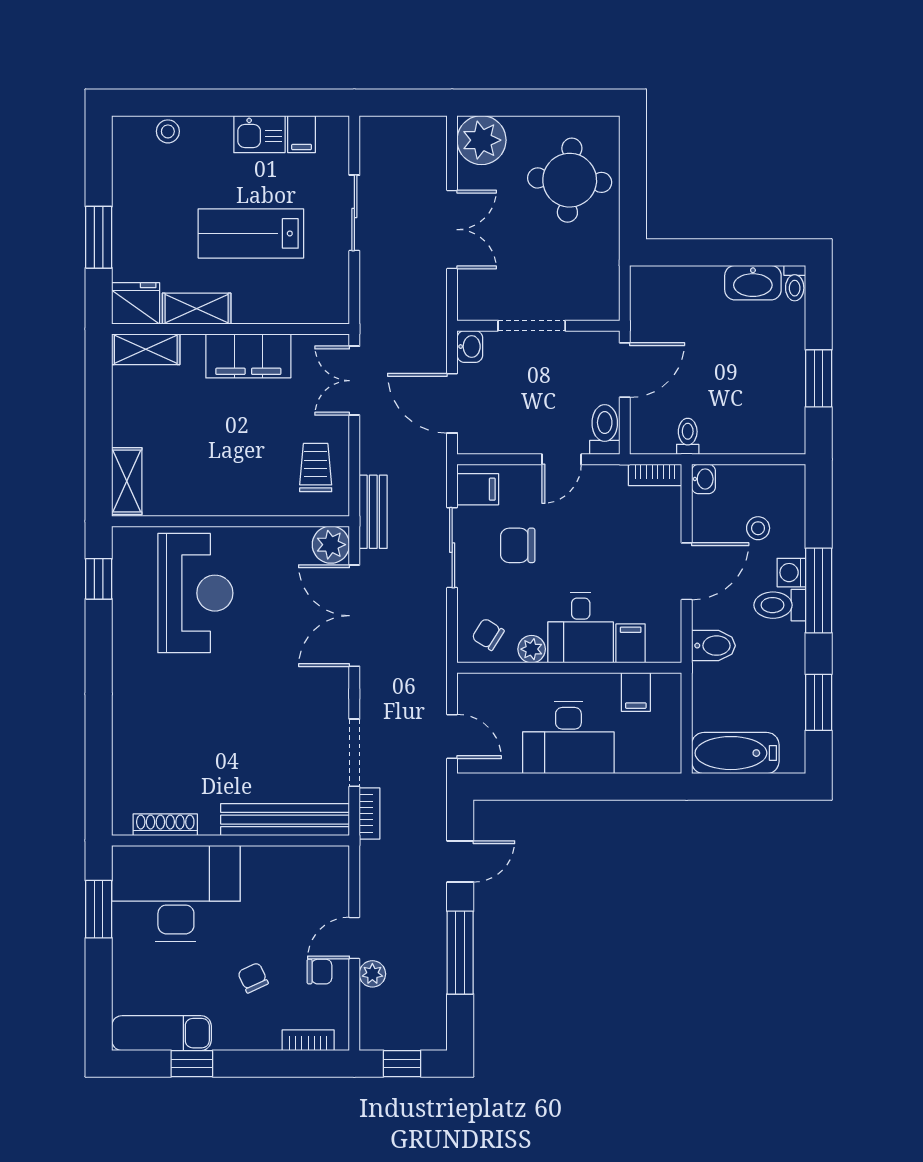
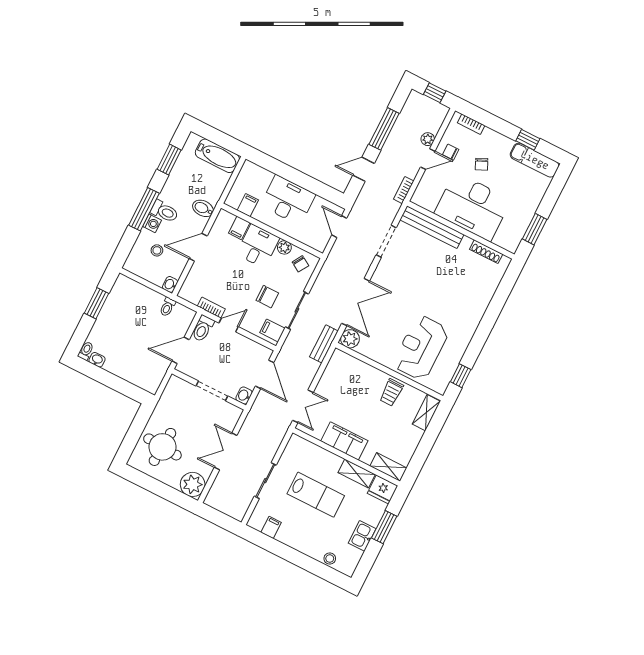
kitchen sink: (259, 134) -> (362, 536), moved, turned -90
washbasin: (753, 283) -> (97, 360), width x0.52, depth x0.69
trolley: (316, 468) -> (391, 392), moved
bookcase: (655, 475) -> (211, 308), moved
bookcase: (370, 813) -> (404, 190), moved
desk: (176, 893) -> (473, 207), moved

